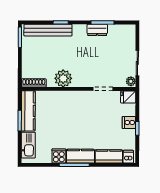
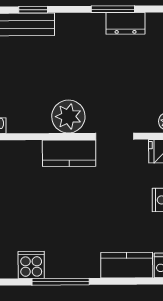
dresser: (97, 30) -> (126, 23), moved
plant: (63, 78) -> (68, 117), moved
kitchen counter: (80, 156) -> (69, 153), moved, turned 180

